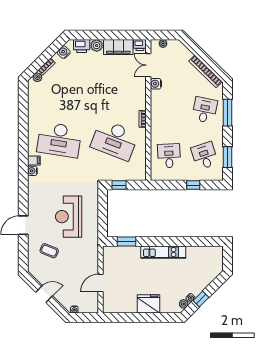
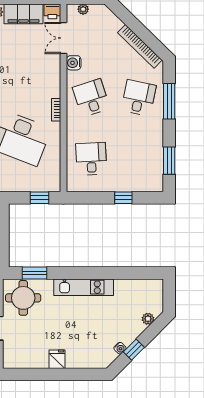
desk: (205, 156) -> (91, 98), moved
window: (119, 185) -> (39, 198), moved
round table: (118, 260) -> (23, 298), added
fridge: (148, 304) -> (57, 359), width x0.53, depth x0.75
plant: (184, 304) -> (148, 319), moved

